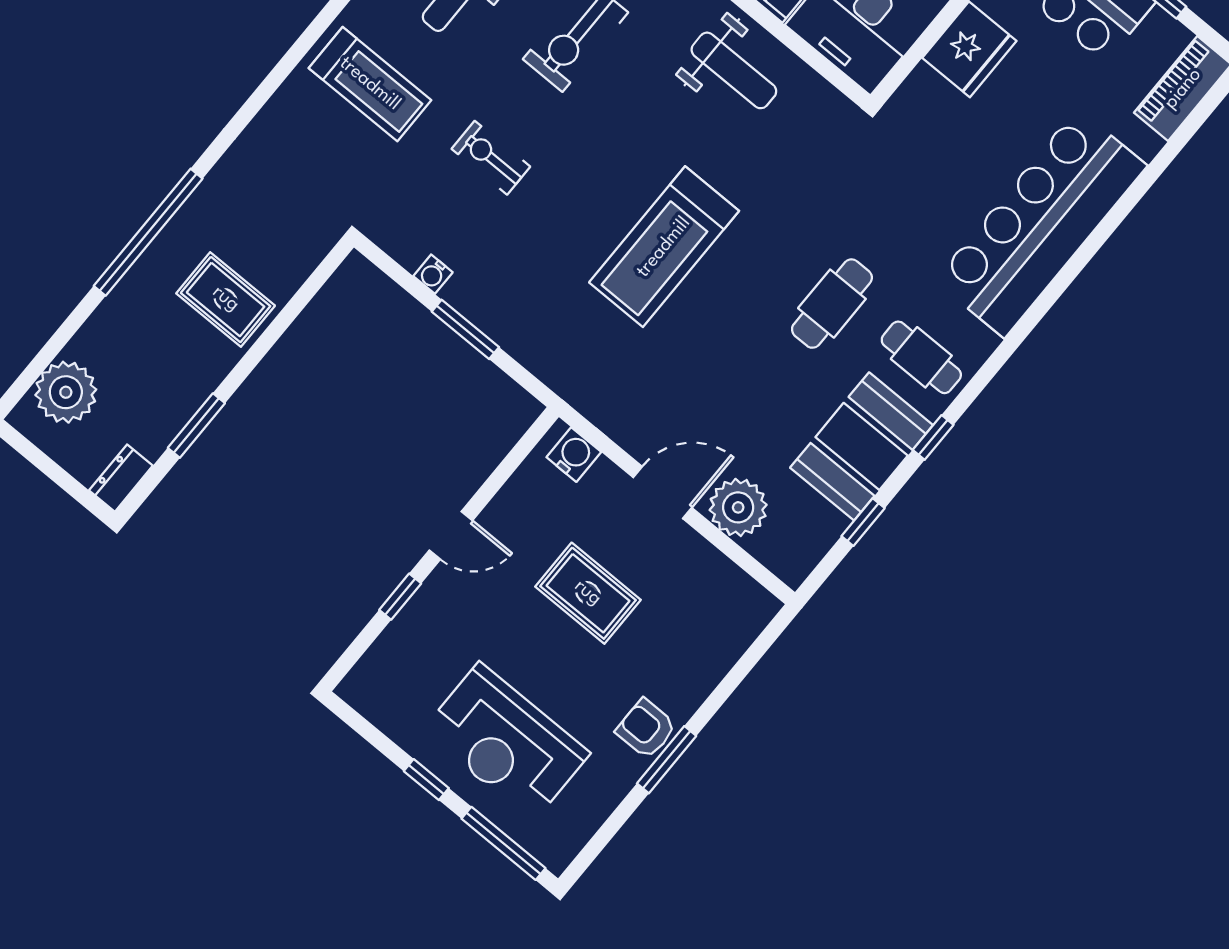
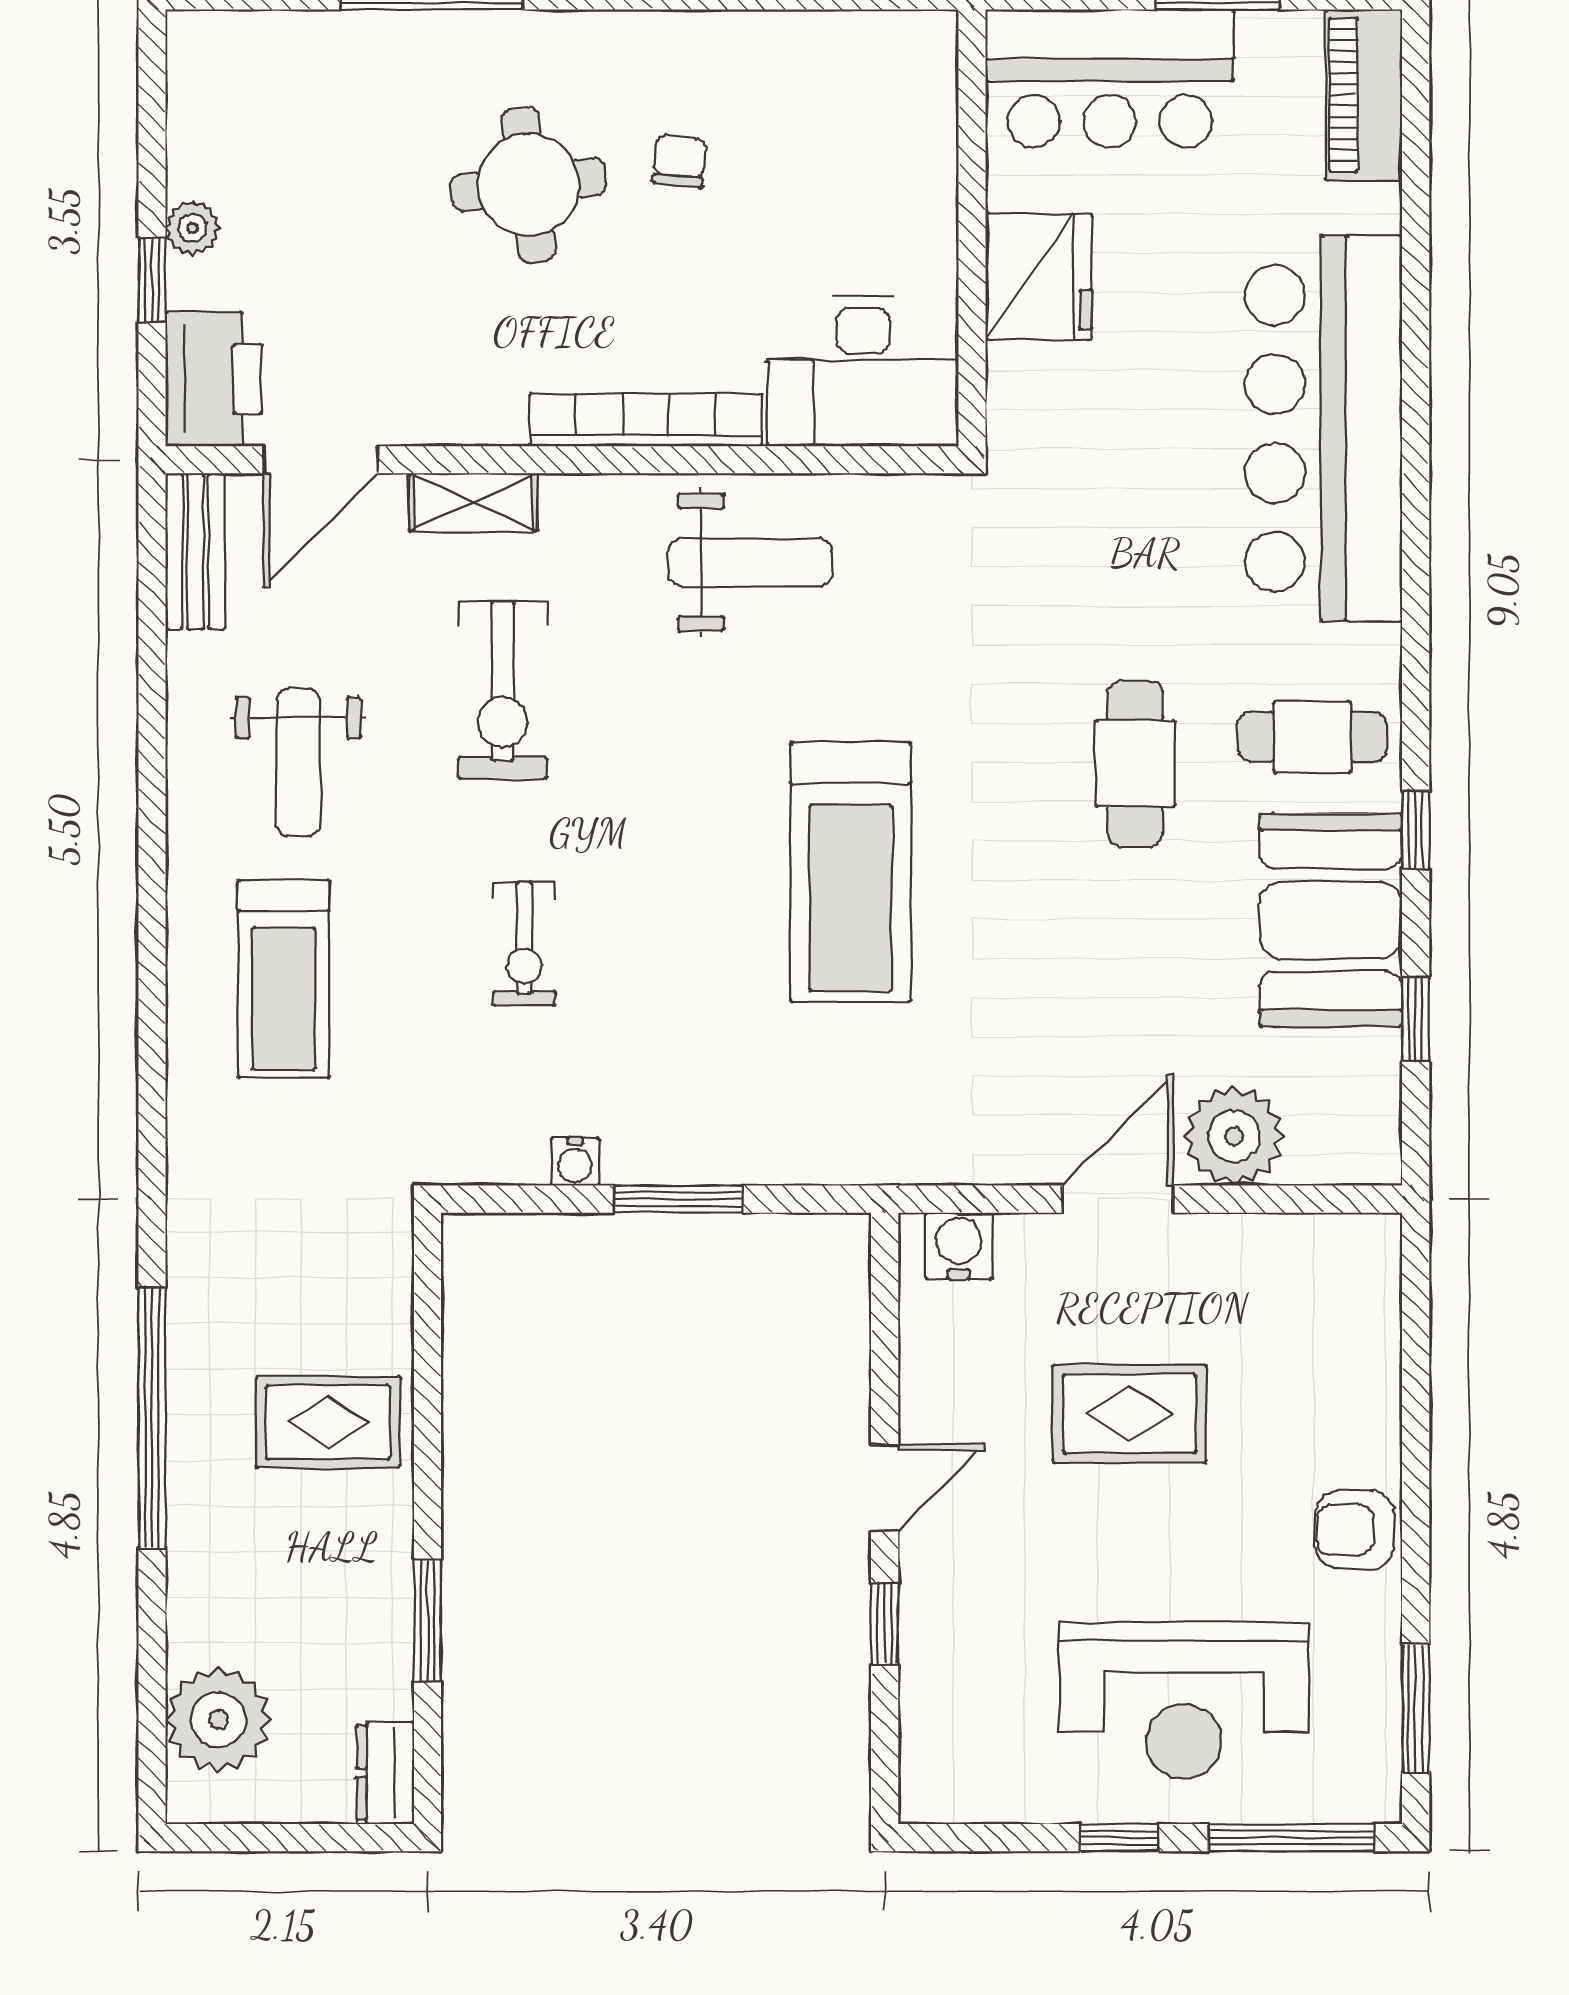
treadmill: (370, 84) -> (284, 979), turned 90
exercise bike: (491, 158) -> (524, 944), turned -90
window: (667, 760) -> (1416, 1708), moved

